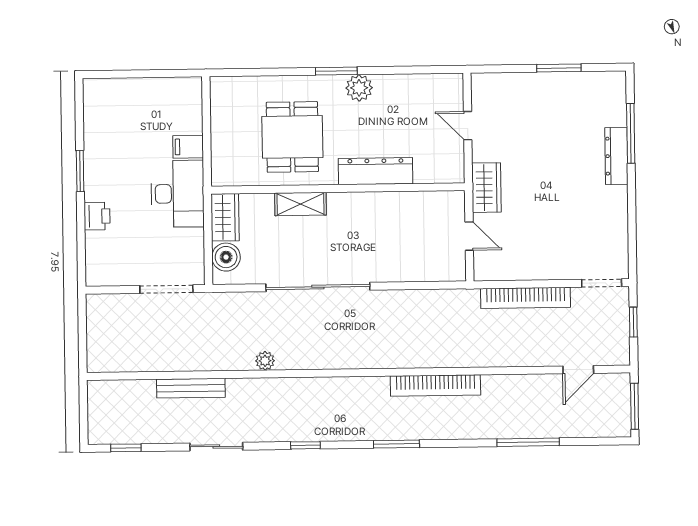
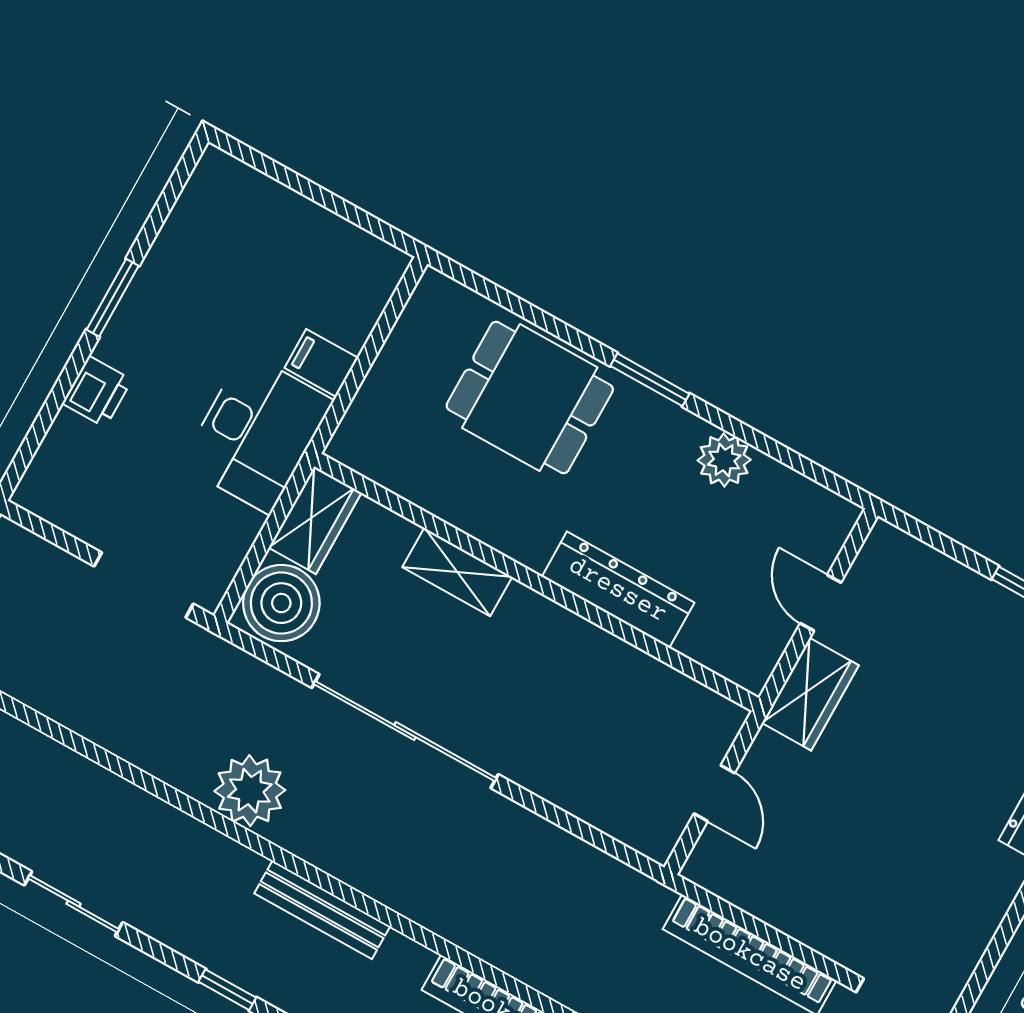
plant: (359, 88) -> (724, 460), moved
dining table: (292, 137) -> (530, 398), moved, turned 90
wardrobe: (486, 188) -> (810, 694), moved
boiler: (226, 257) -> (281, 603), width x1.37, depth x1.37
plant: (265, 361) -> (250, 791), width x1.88, depth x1.88
bench: (191, 388) -> (322, 910), moved

